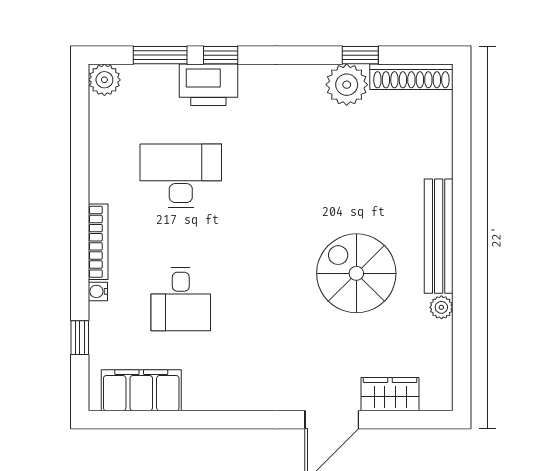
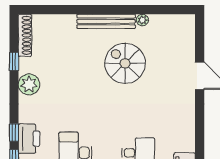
plant: (347, 85) -> (29, 84), moved
spiral stairs: (356, 273) -> (125, 63), turned 90
wardrobe: (390, 394) -> (187, 46), removed

